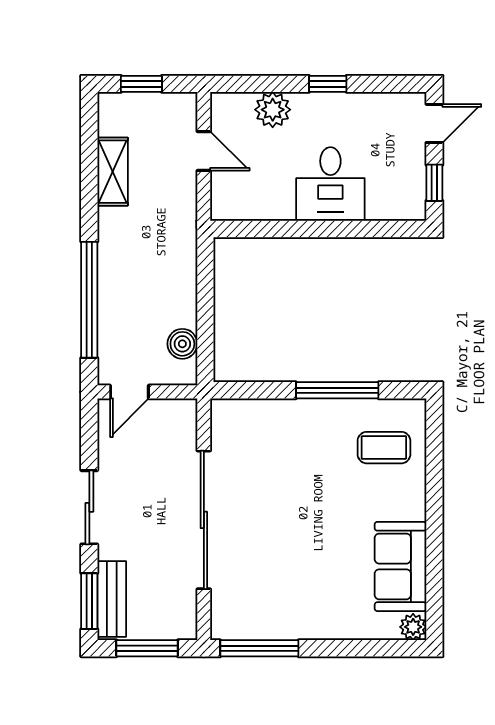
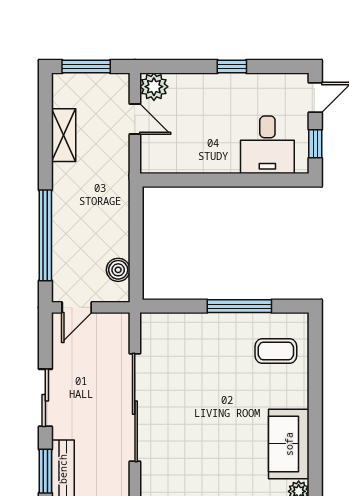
window: (141, 84) -> (86, 66), width x1.50
plant: (273, 110) -> (154, 87), moved
desk: (330, 184) -> (267, 145), moved

